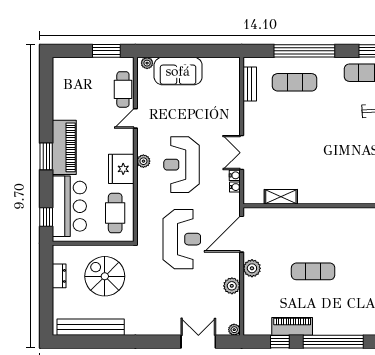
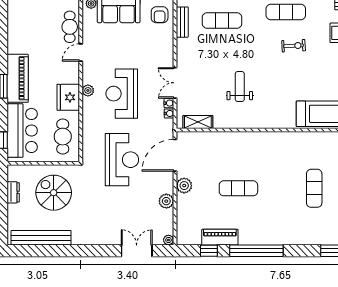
armchair: (224, 76) -> (160, 15), added
weight bench: (315, 157) -> (240, 87), added
shelving: (281, 197) -> (198, 122), moved

